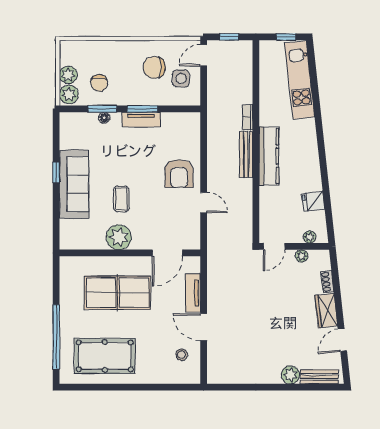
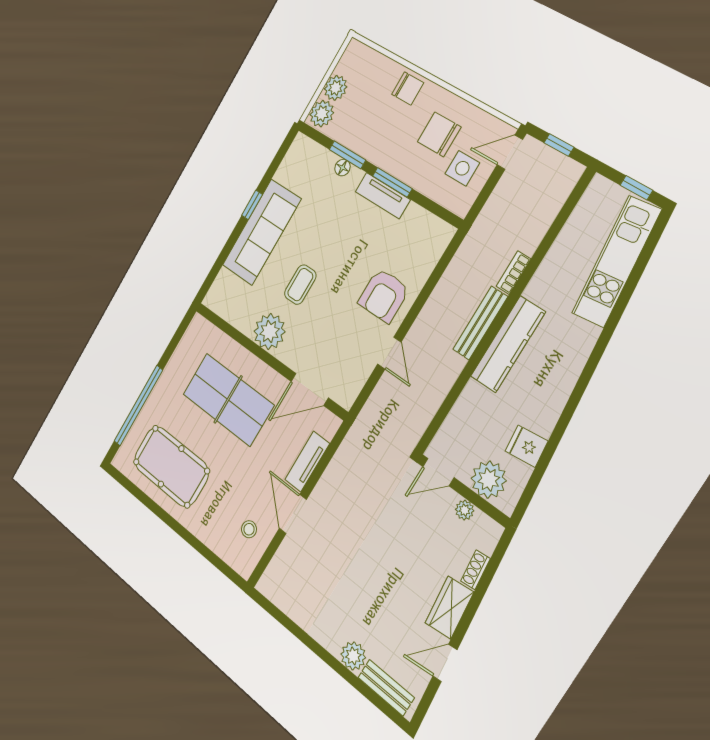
chair: (99, 83) -> (408, 88), moved, turned -90
plant: (310, 237) -> (489, 480), width x1.88, depth x1.88

